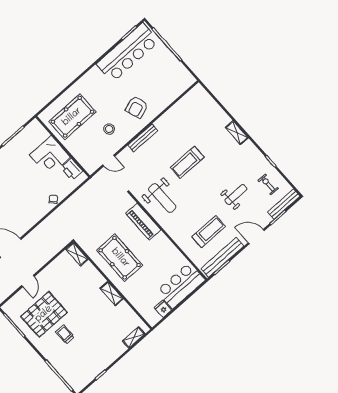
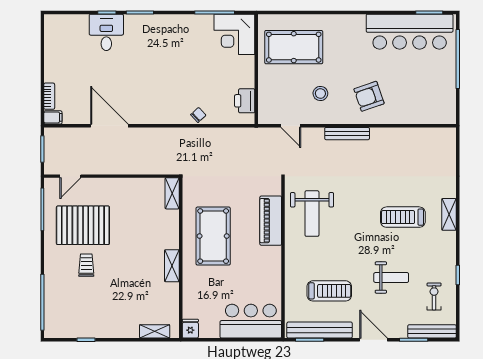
corner desk: (50, 156) -> (234, 34), moved
treadmill: (187, 162) -> (403, 217), moved
door: (28, 281) -> (70, 176), moved
fridge: (163, 309) -> (190, 329), moved

